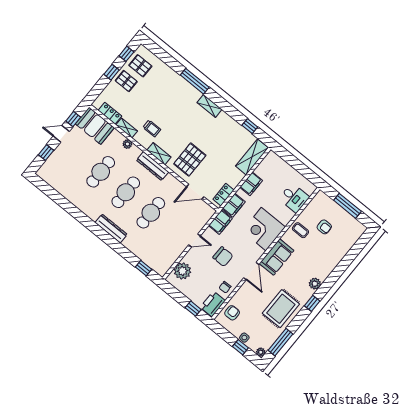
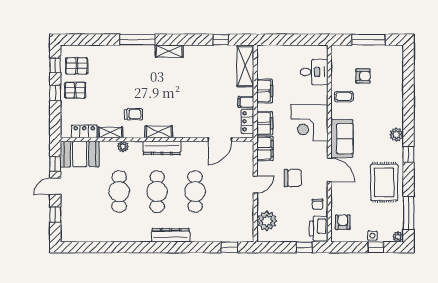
pallet: (190, 160) -> (191, 114), removed
filing cabinet: (233, 181) -> (246, 102), added

